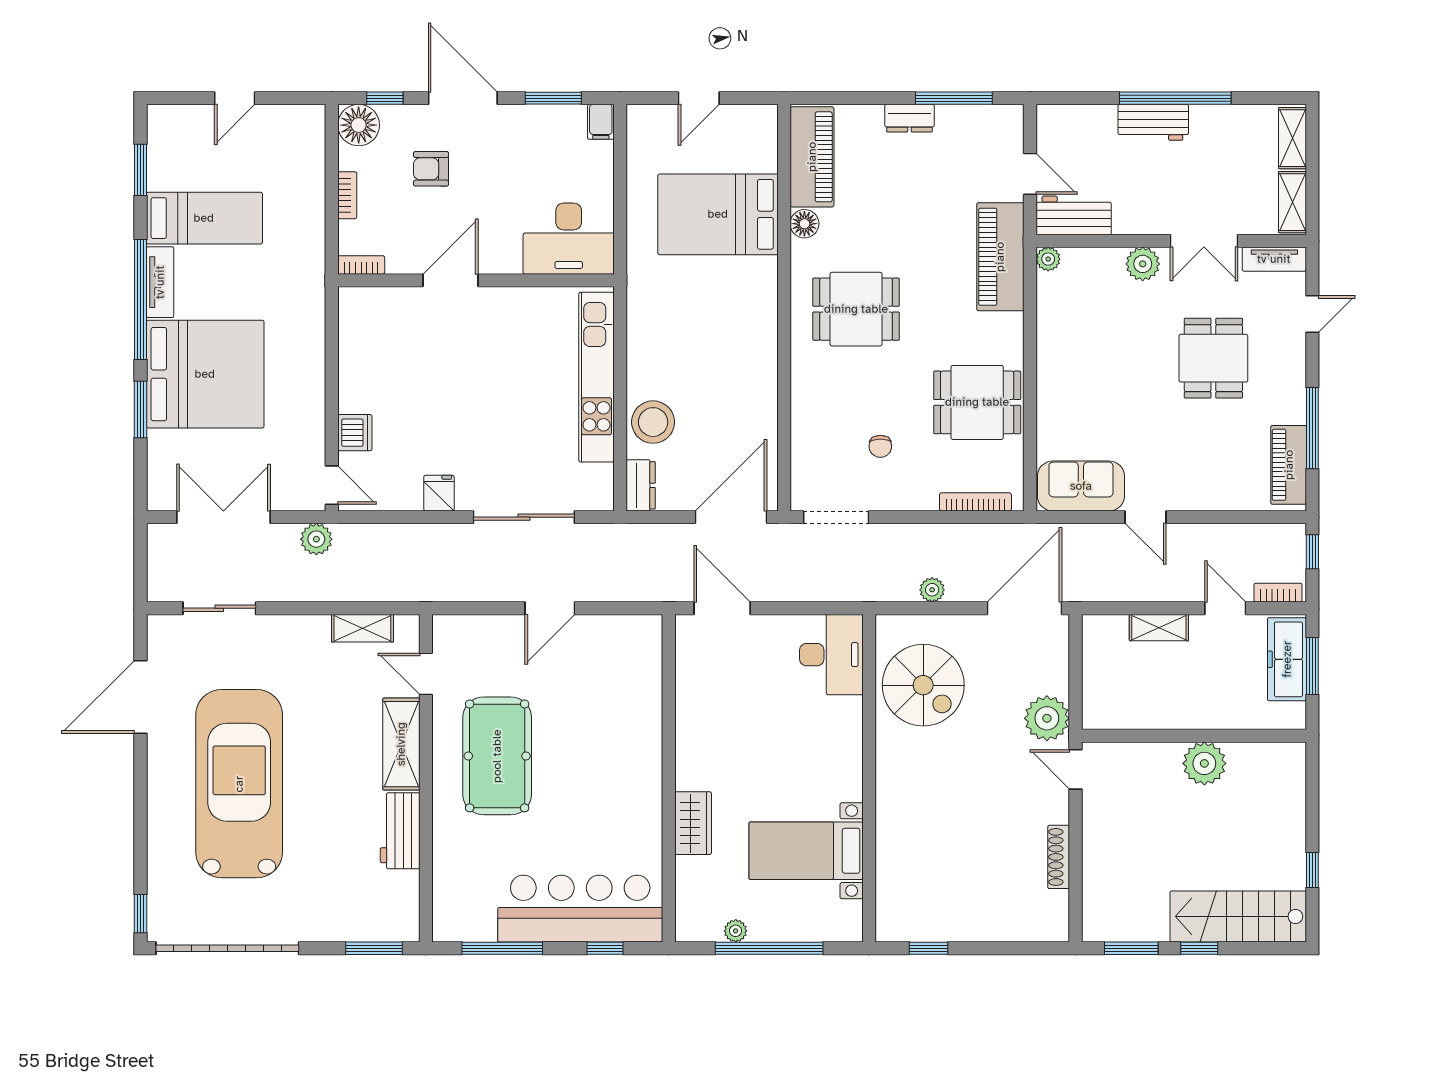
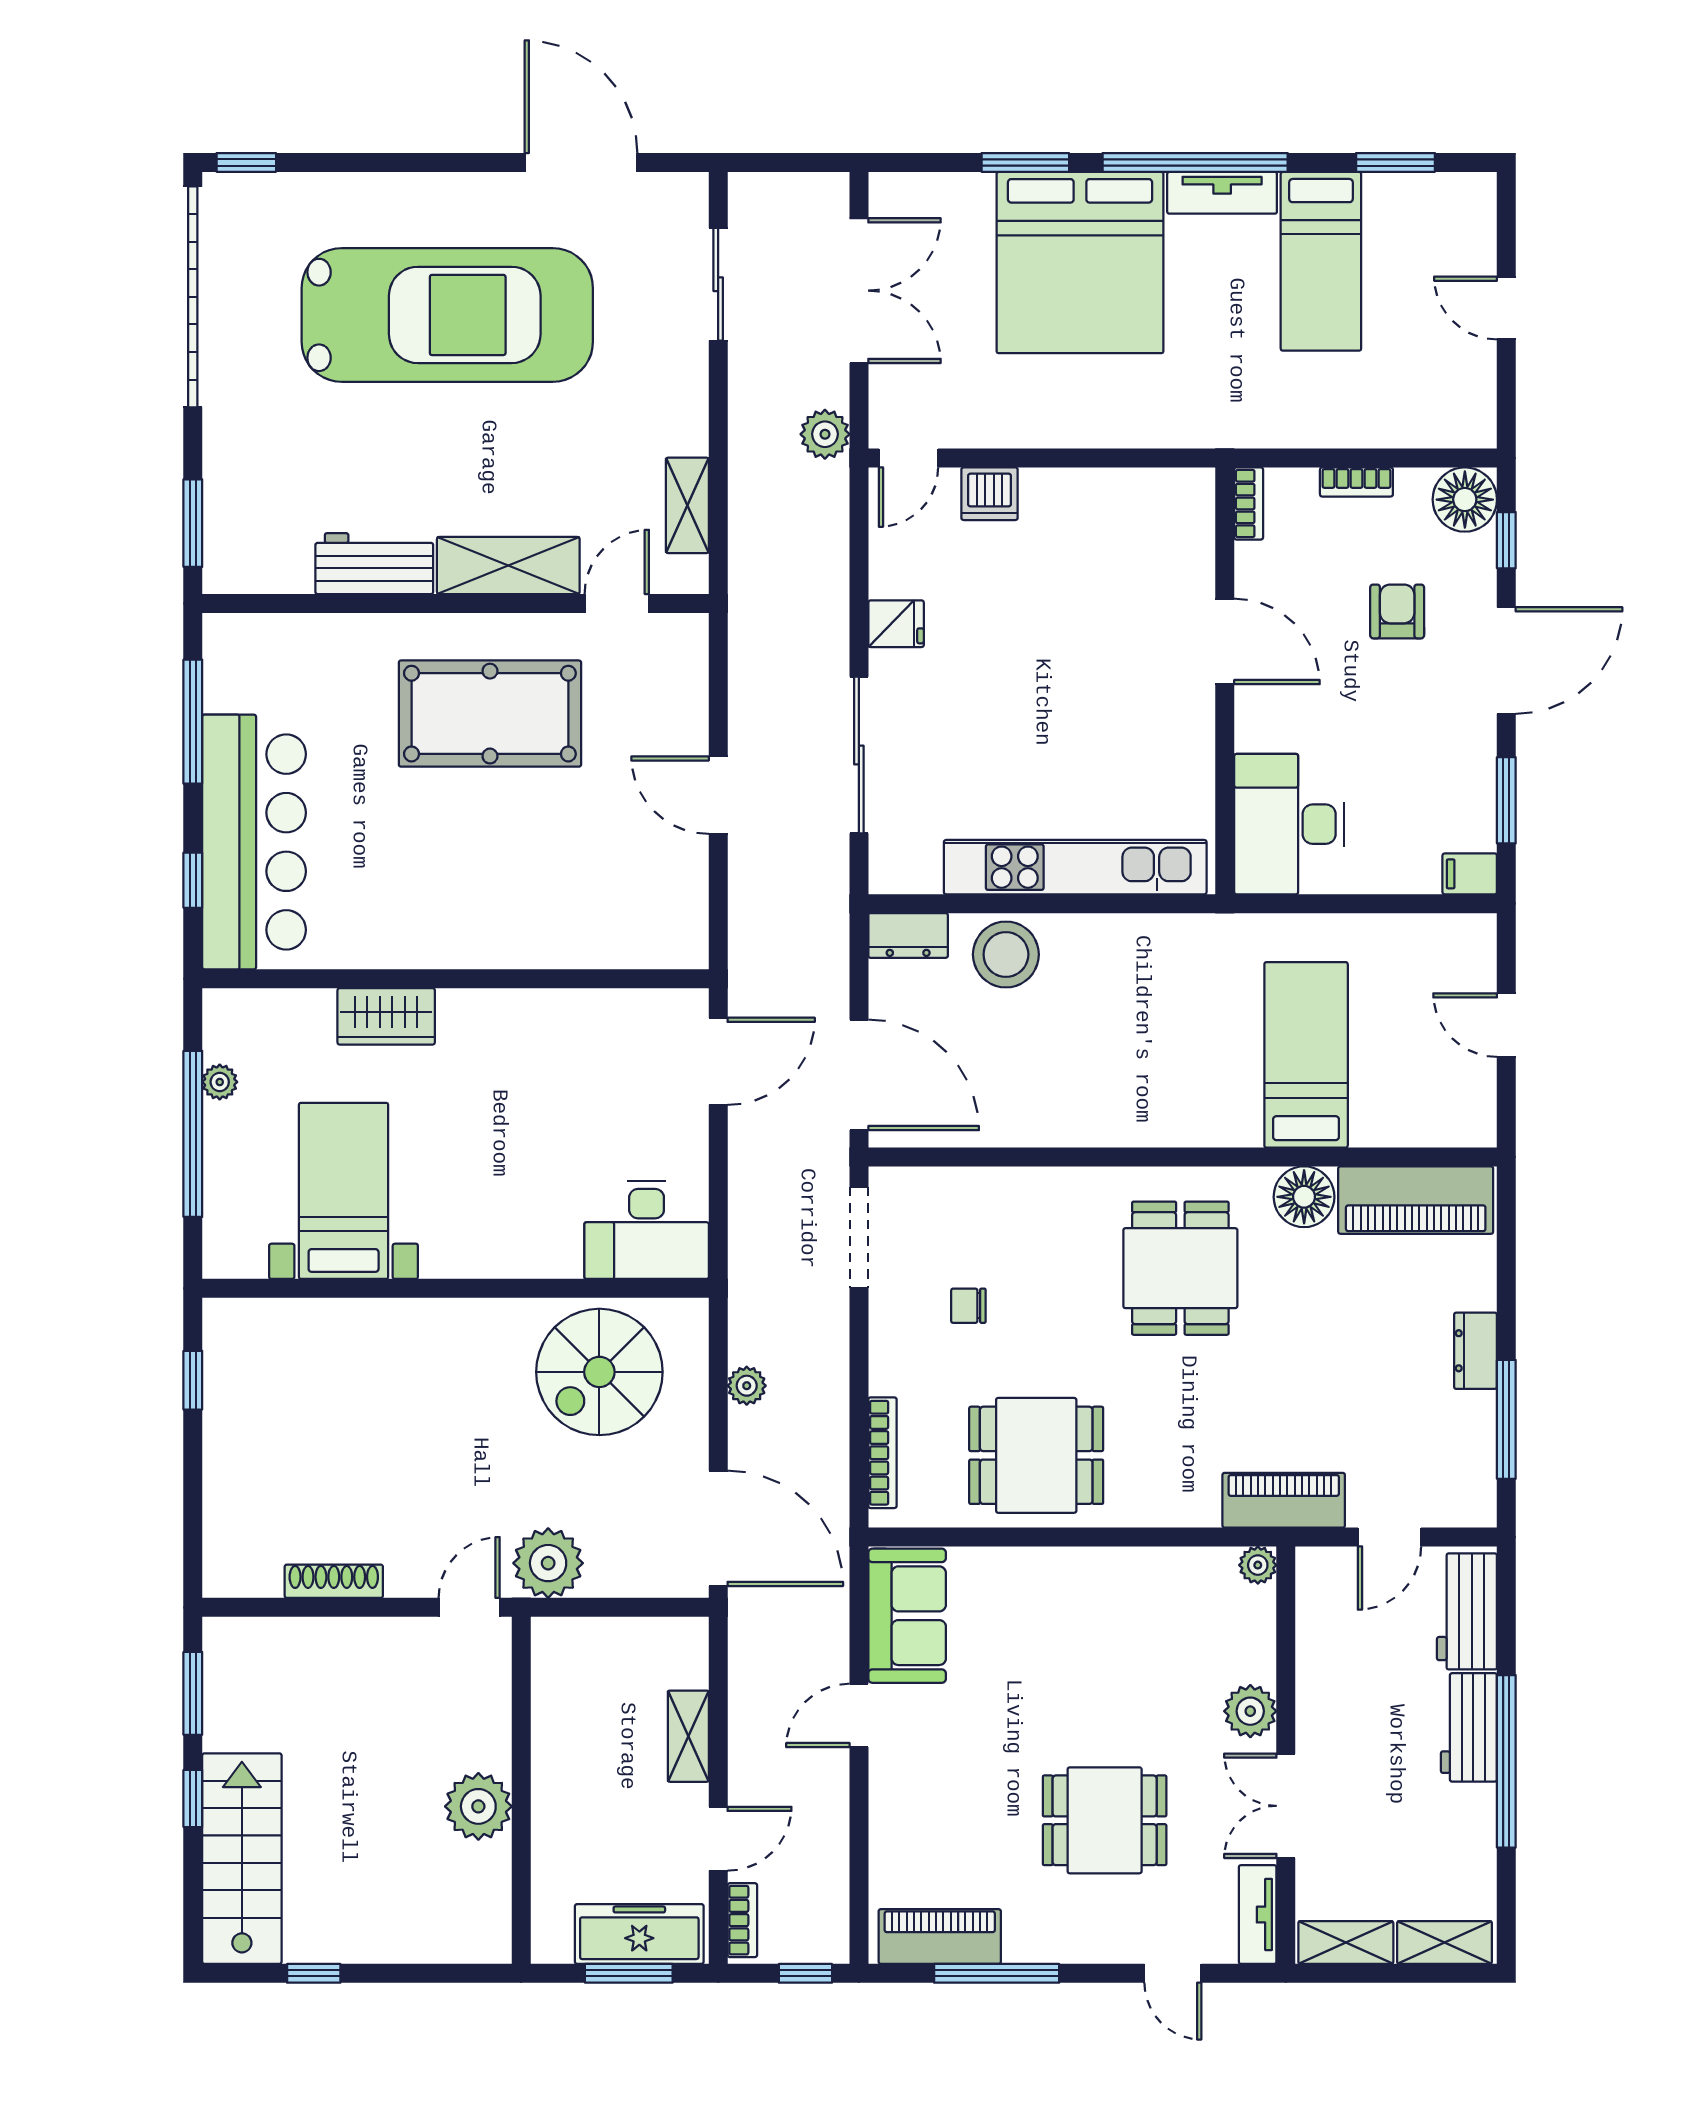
bed: (718, 214) -> (1306, 1055), width x0.67
workbench: (1074, 215) -> (1467, 1611), moved, turned 180
floor lamp: (804, 224) -> (1304, 1197), width x1.38, depth x1.38
piano: (1000, 257) -> (1284, 1500), width x0.73, depth x0.75
dining table: (977, 402) -> (1036, 1455), turned 90

